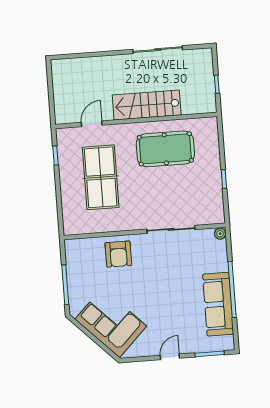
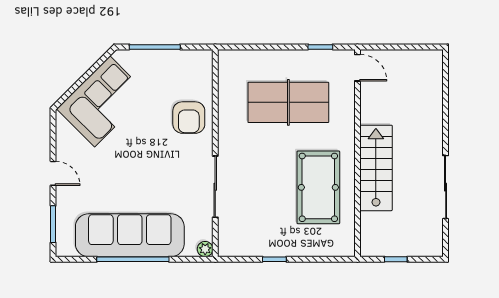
door: (92, 124) -> (357, 68), moved
armchair: (118, 254) -> (189, 118), turned -90
sofa: (218, 304) -> (130, 235), width x1.36, depth x1.27

